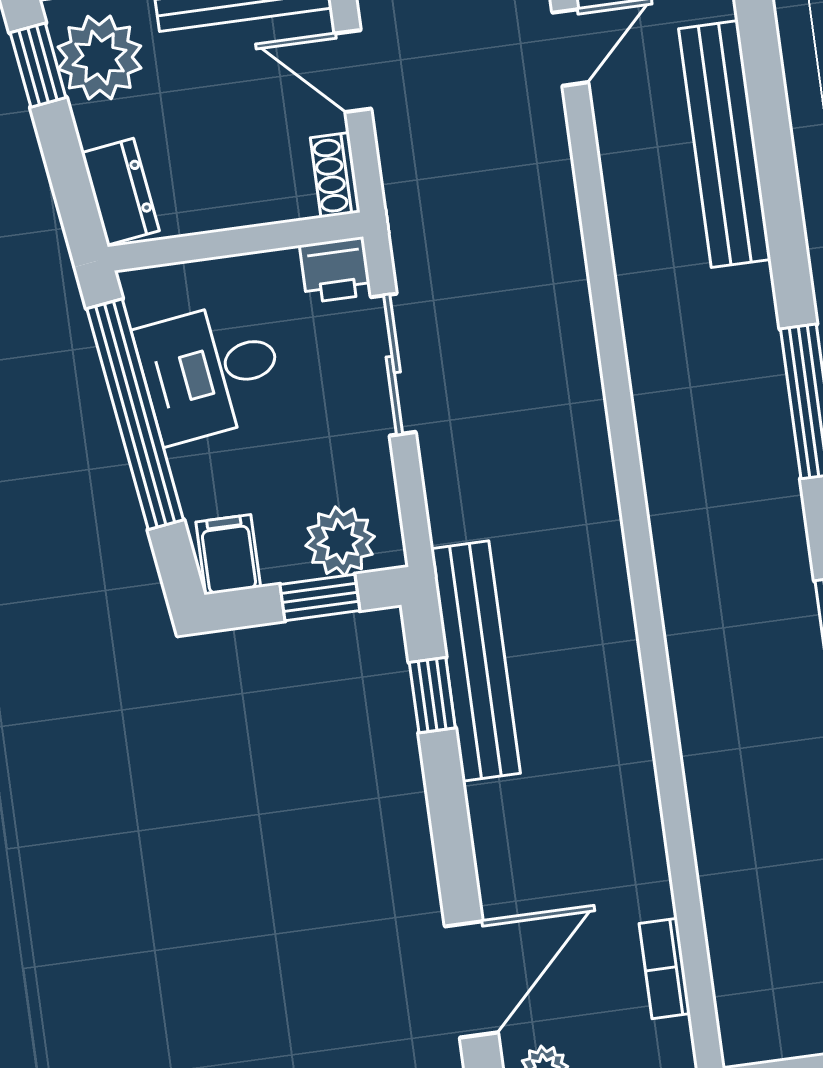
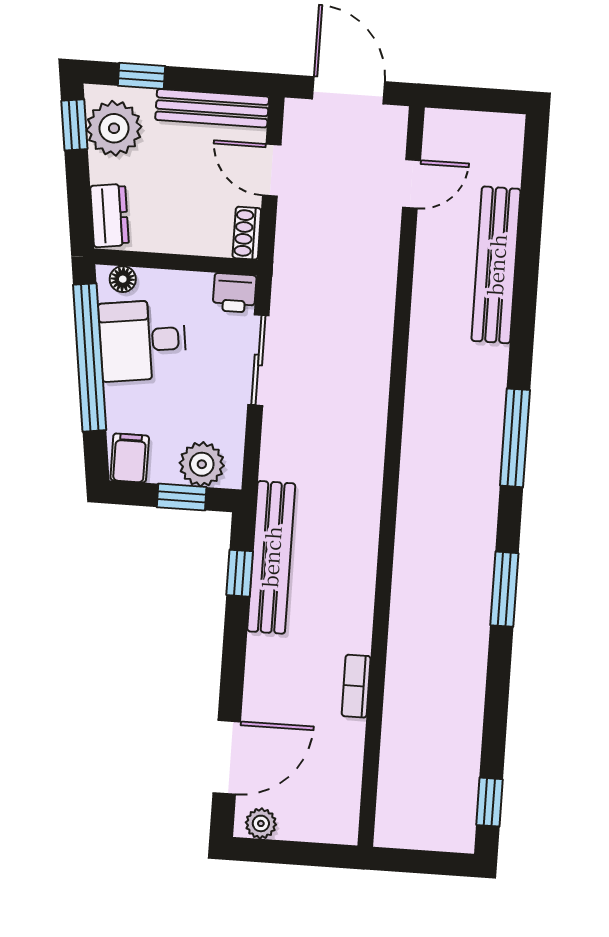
floor lamp: (161, 285) -> (123, 279), added
bookcase: (665, 969) -> (356, 686), moved

